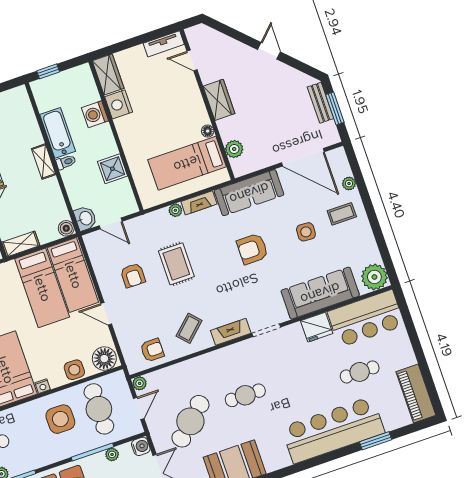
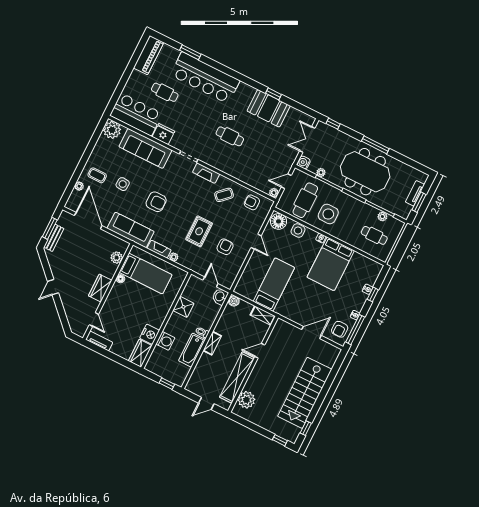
bed: (73, 275) -> (253, 276), removed
cafe table: (190, 421) -> (268, 150), removed

